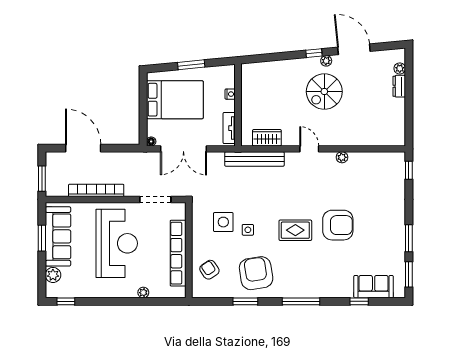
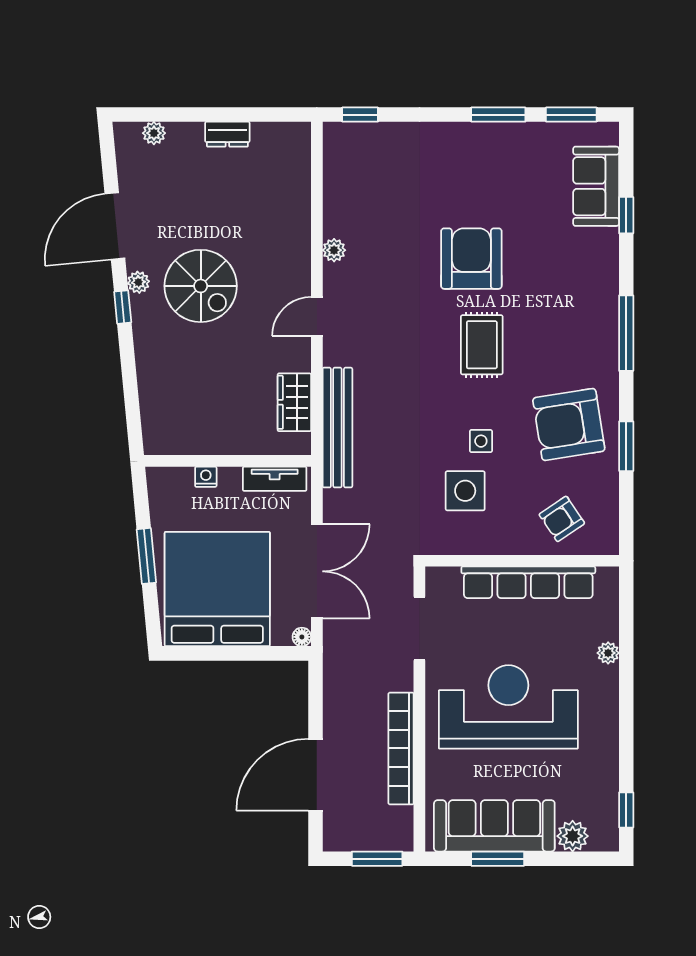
dresser: (399, 86) -> (227, 134), moved
bed: (175, 100) -> (217, 589), width x1.36

